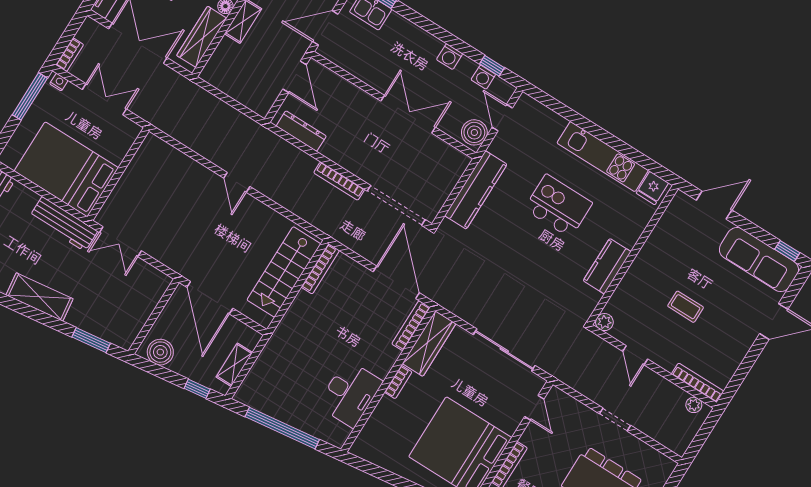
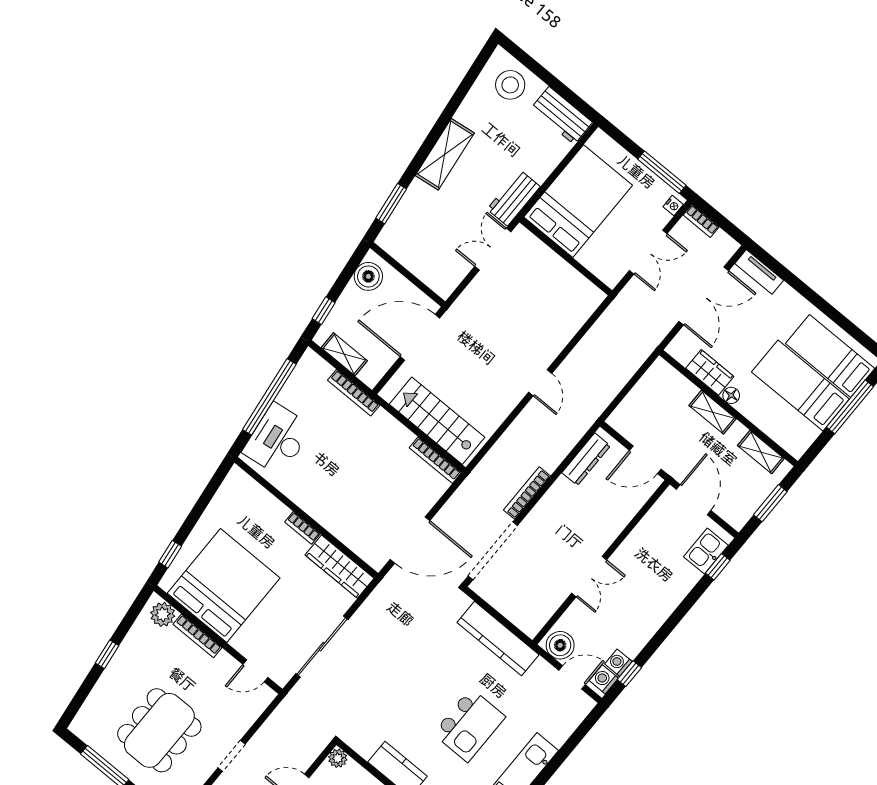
wardrobe: (202, 37) -> (710, 372), width x0.67
washing machine: (450, 57) -> (604, 679), moved
double door: (408, 114) -> (589, 577), width x0.73
door: (237, 182) -> (540, 383), swing flipped
workbench: (64, 224) -> (514, 198), width x0.73
bookcase: (411, 326) -> (354, 393), moved, turned 180
desk: (350, 394) -> (277, 439), moved, turned 83

